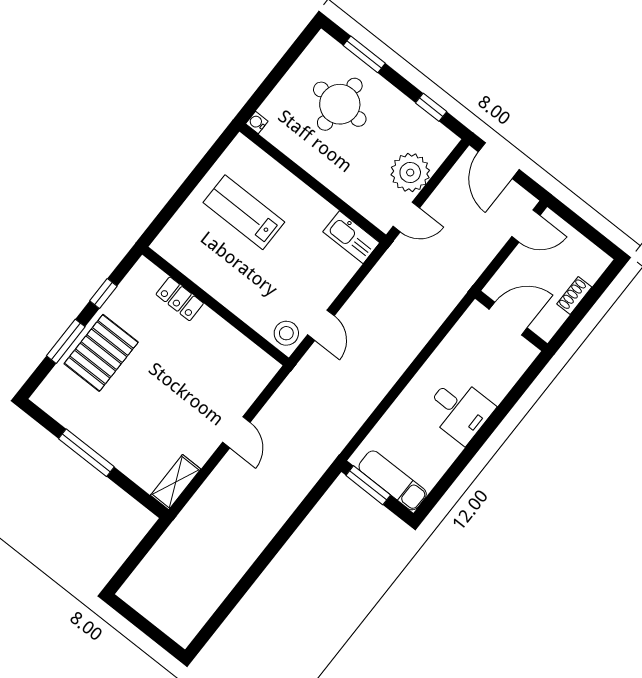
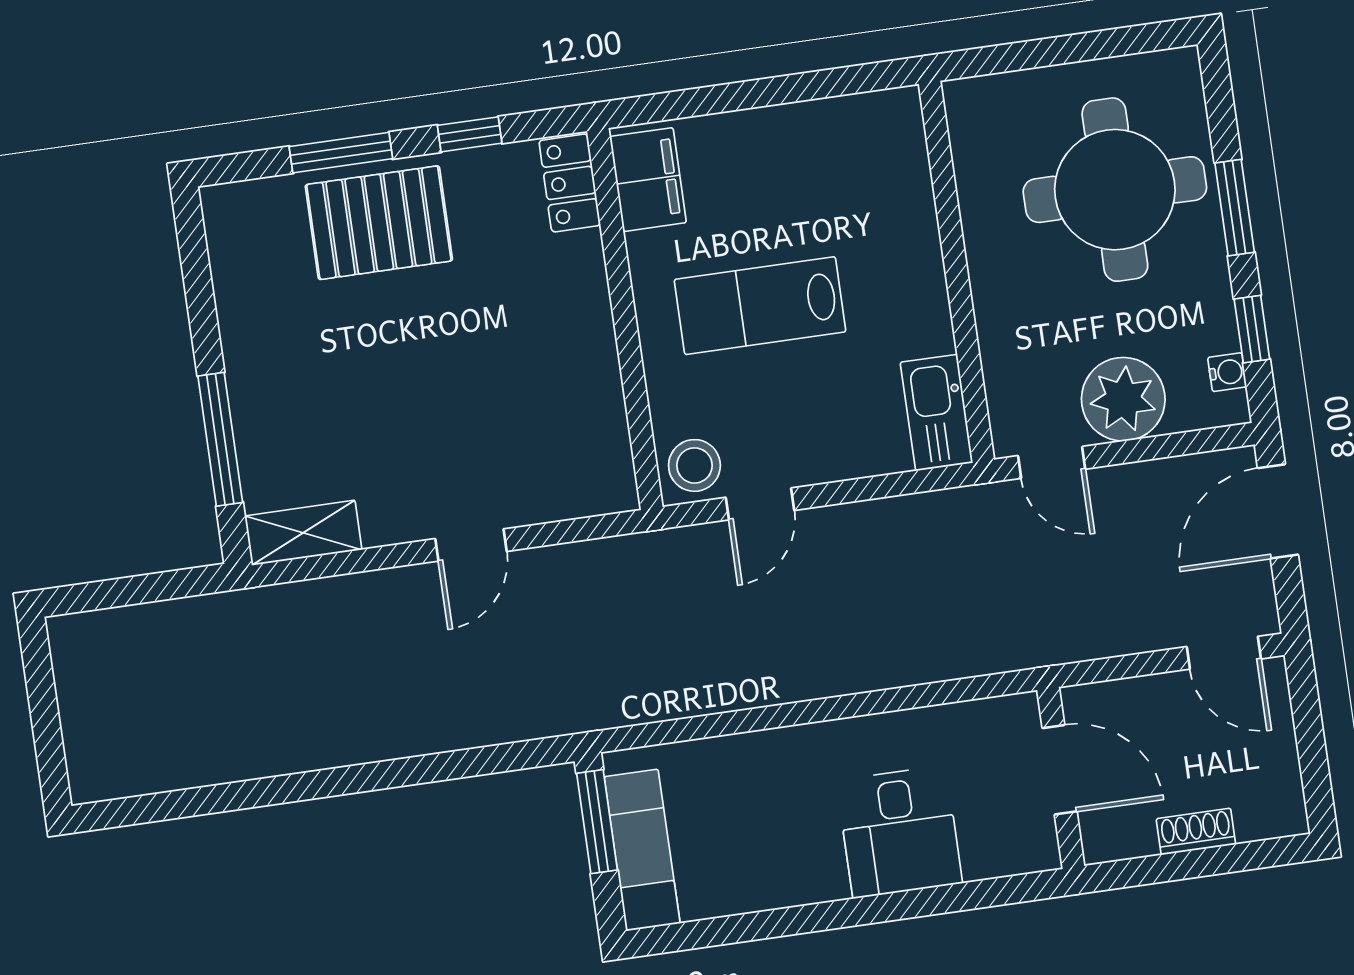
window: (364, 54) -> (1235, 208), moved
round table: (340, 104) -> (1115, 190), width x1.36, depth x1.36
water cooler: (257, 122) -> (1227, 372), moved, turned 90
lab bench: (244, 212) -> (760, 306), moved, turned -90
filing cabinet: (178, 251) -> (648, 180), added
locker: (180, 299) -> (570, 183), moved
desk: (459, 410) -> (899, 832), moved
window: (86, 453) -> (220, 439), moved

